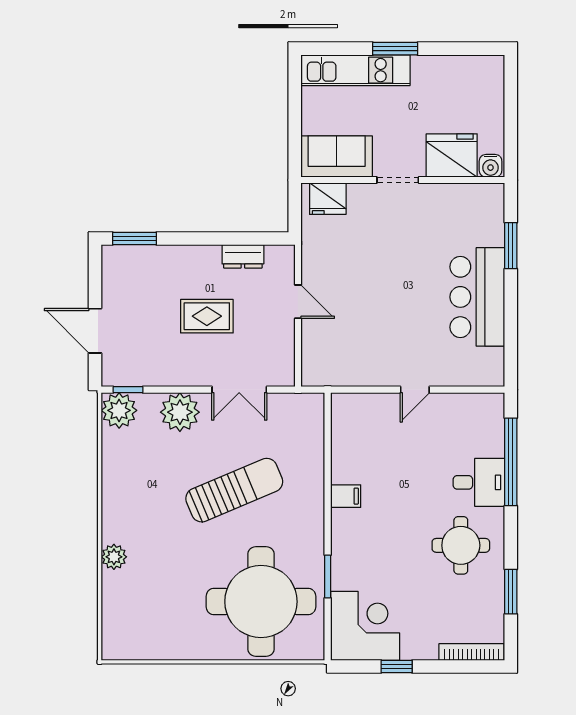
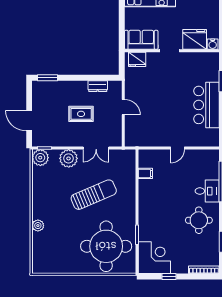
filing cabinet: (346, 496) -> (145, 173), moved

